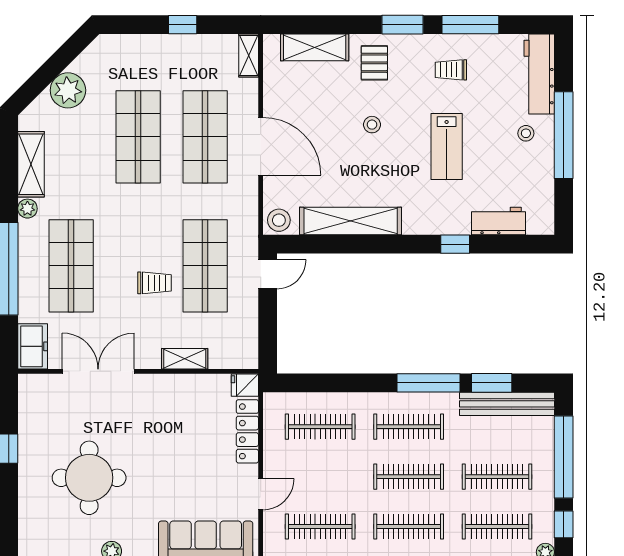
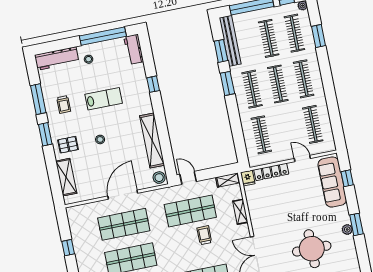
shelving: (249, 55) -> (228, 180), moved
window: (564, 135) -> (103, 36), moved
workbench: (498, 221) -> (134, 49), moved
window: (428, 383) -> (227, 83), width x0.69

